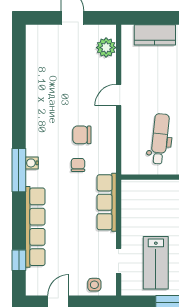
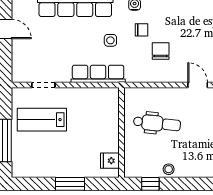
chair: (78, 165) -> (141, 30), moved
side table: (94, 285) -> (110, 40), moved

